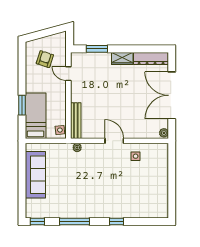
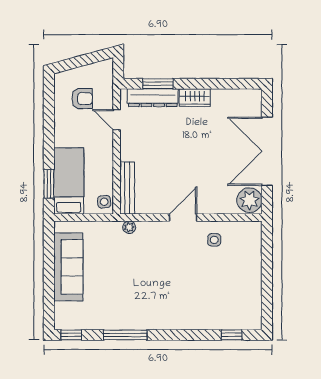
dresser: (151, 58) -> (153, 98), moved
armchair: (45, 59) -> (82, 99), turned 72
window: (22, 105) -> (49, 184), moved
plant: (164, 133) -> (249, 200), width x1.88, depth x1.88
door: (114, 141) -> (183, 218), hinge flipped
window: (116, 222) -> (232, 335), moved

